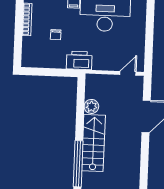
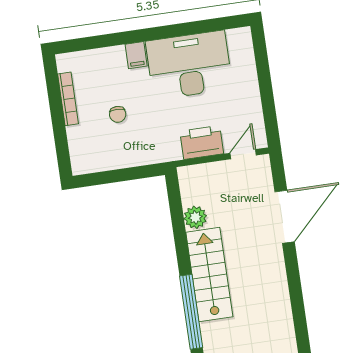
printer: (79, 60) -> (202, 142), moved

